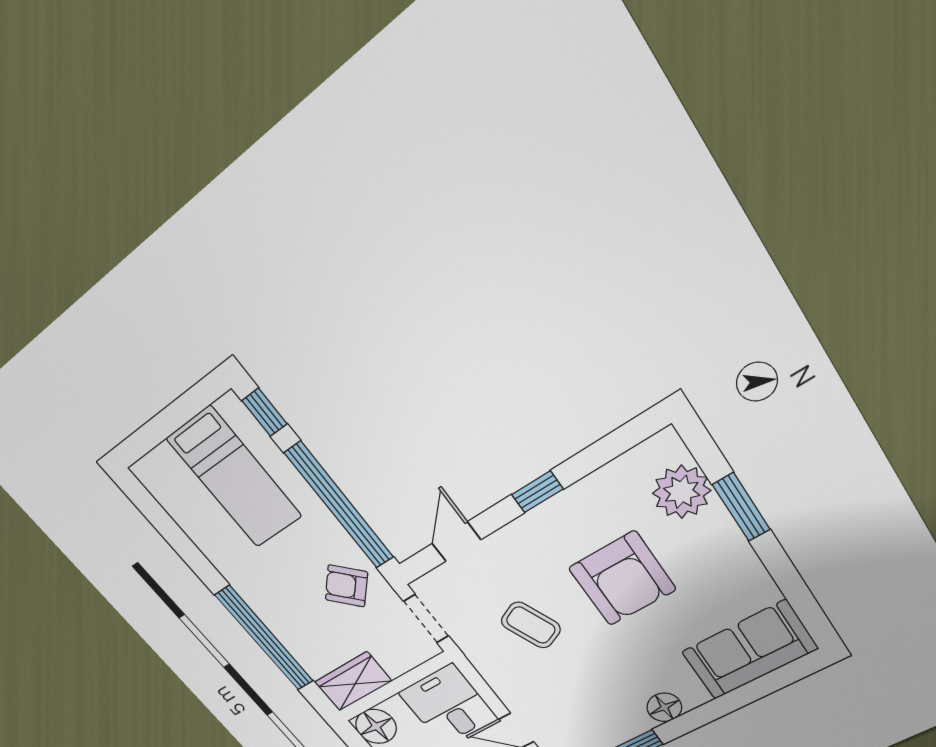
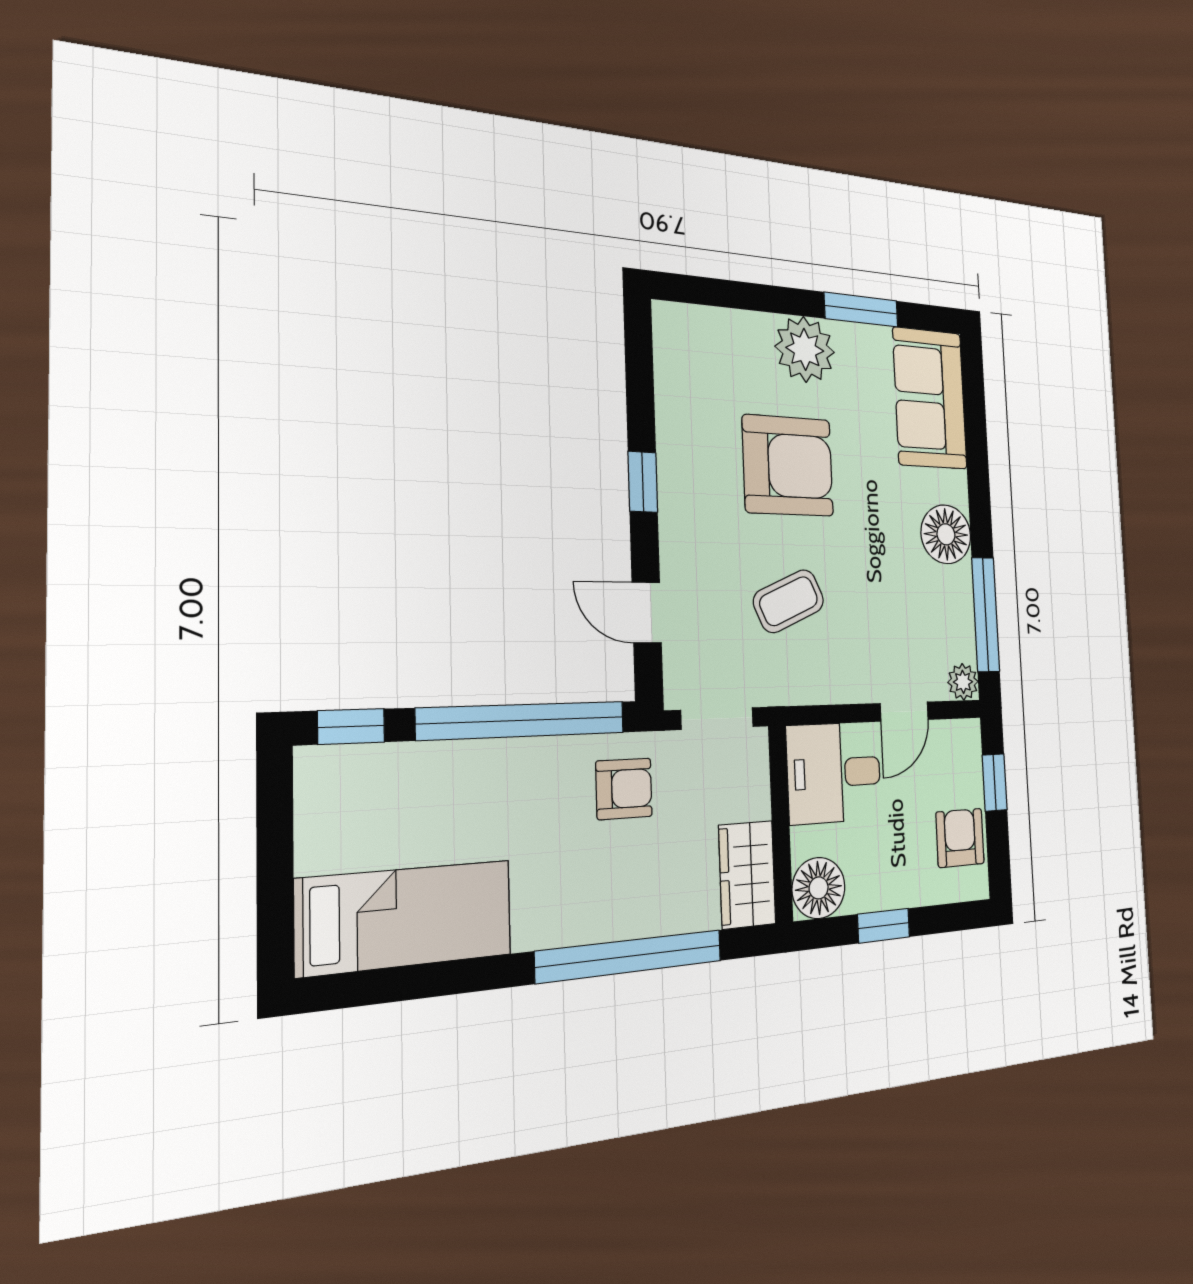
bed: (234, 478) -> (405, 917), moved
plant: (682, 492) -> (805, 349), moved
window: (741, 507) -> (861, 310), moved
armchair: (346, 586) -> (624, 789), turned -134
floor lamp: (664, 707) -> (946, 534), width x1.38, depth x1.38

